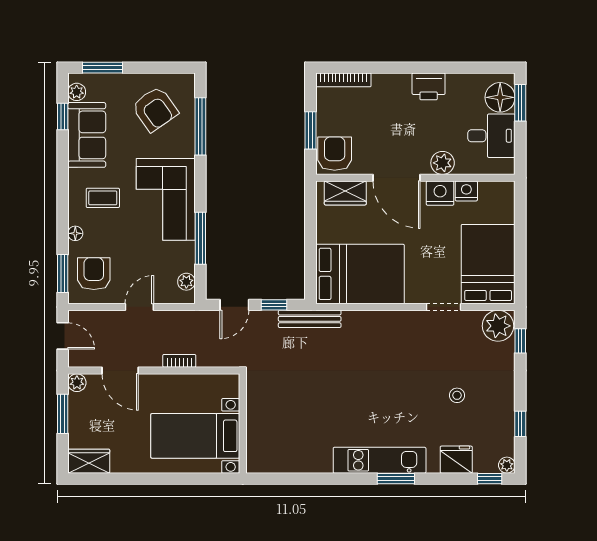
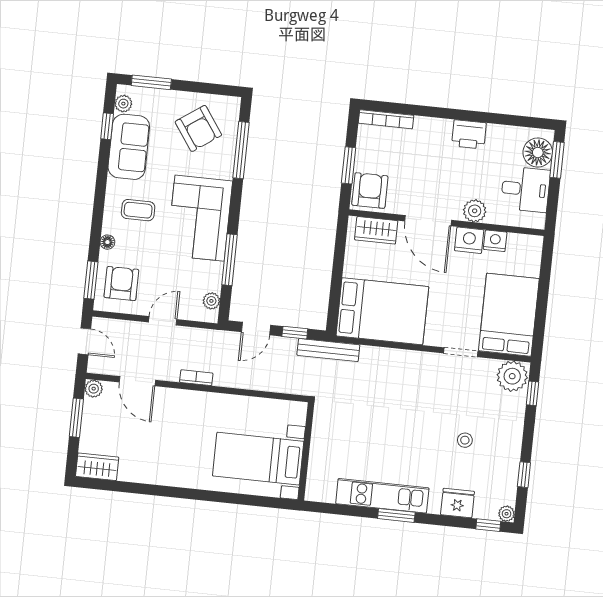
wall: (243, 423) -> (306, 451), moved
bed with nightstands: (195, 436) -> (258, 459), moved

